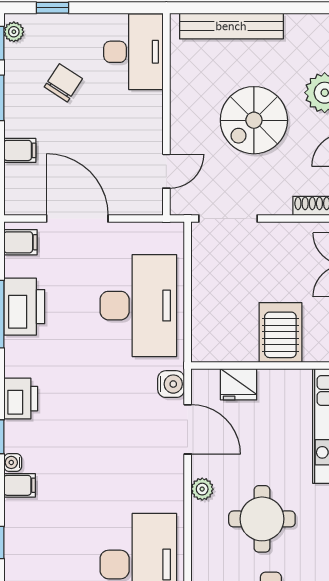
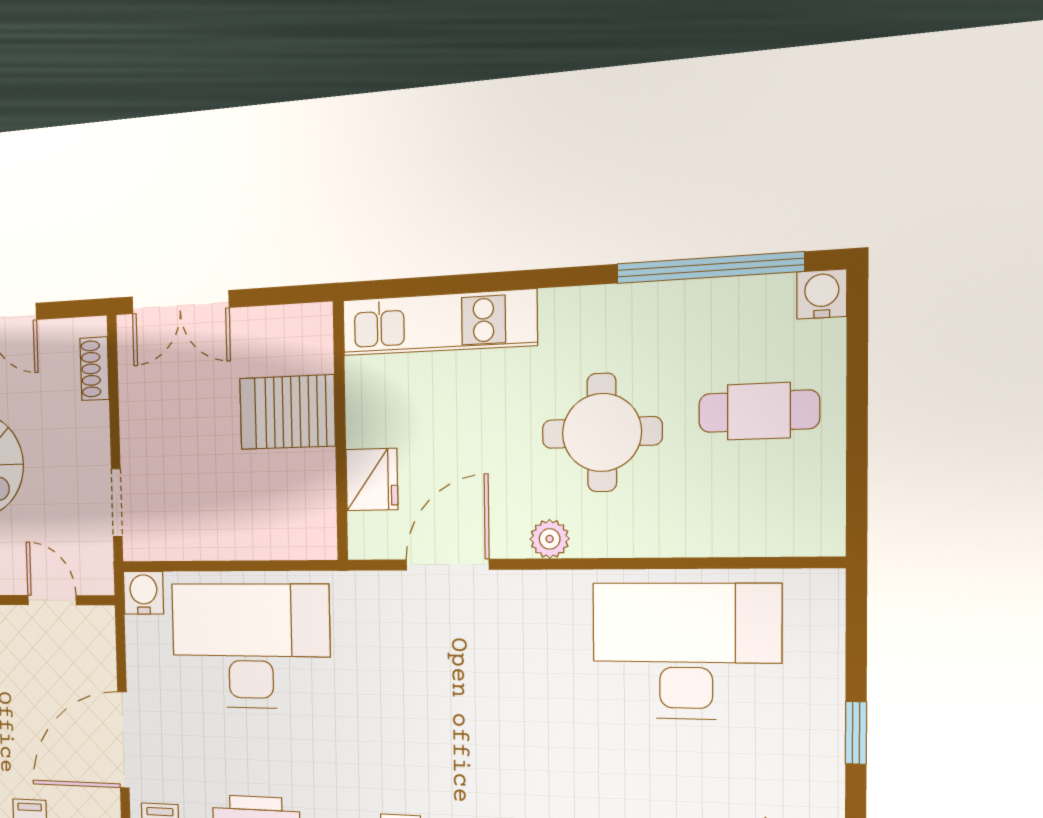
doorway: (228, 218) -> (117, 503), width x0.73
water cooler: (171, 384) -> (143, 593), moved

